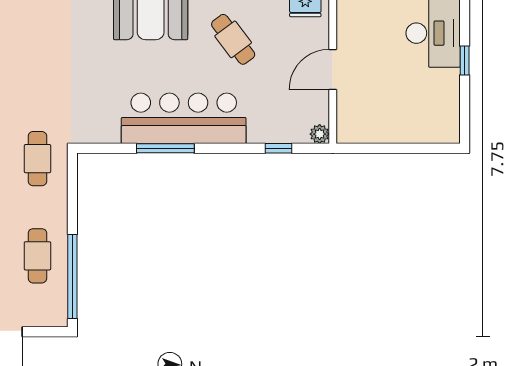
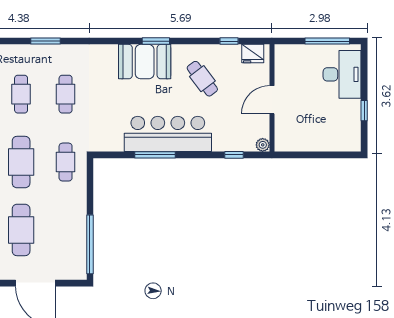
window: (465, 61) -> (364, 111), moved
cafe table: (37, 256) -> (66, 94), moved

